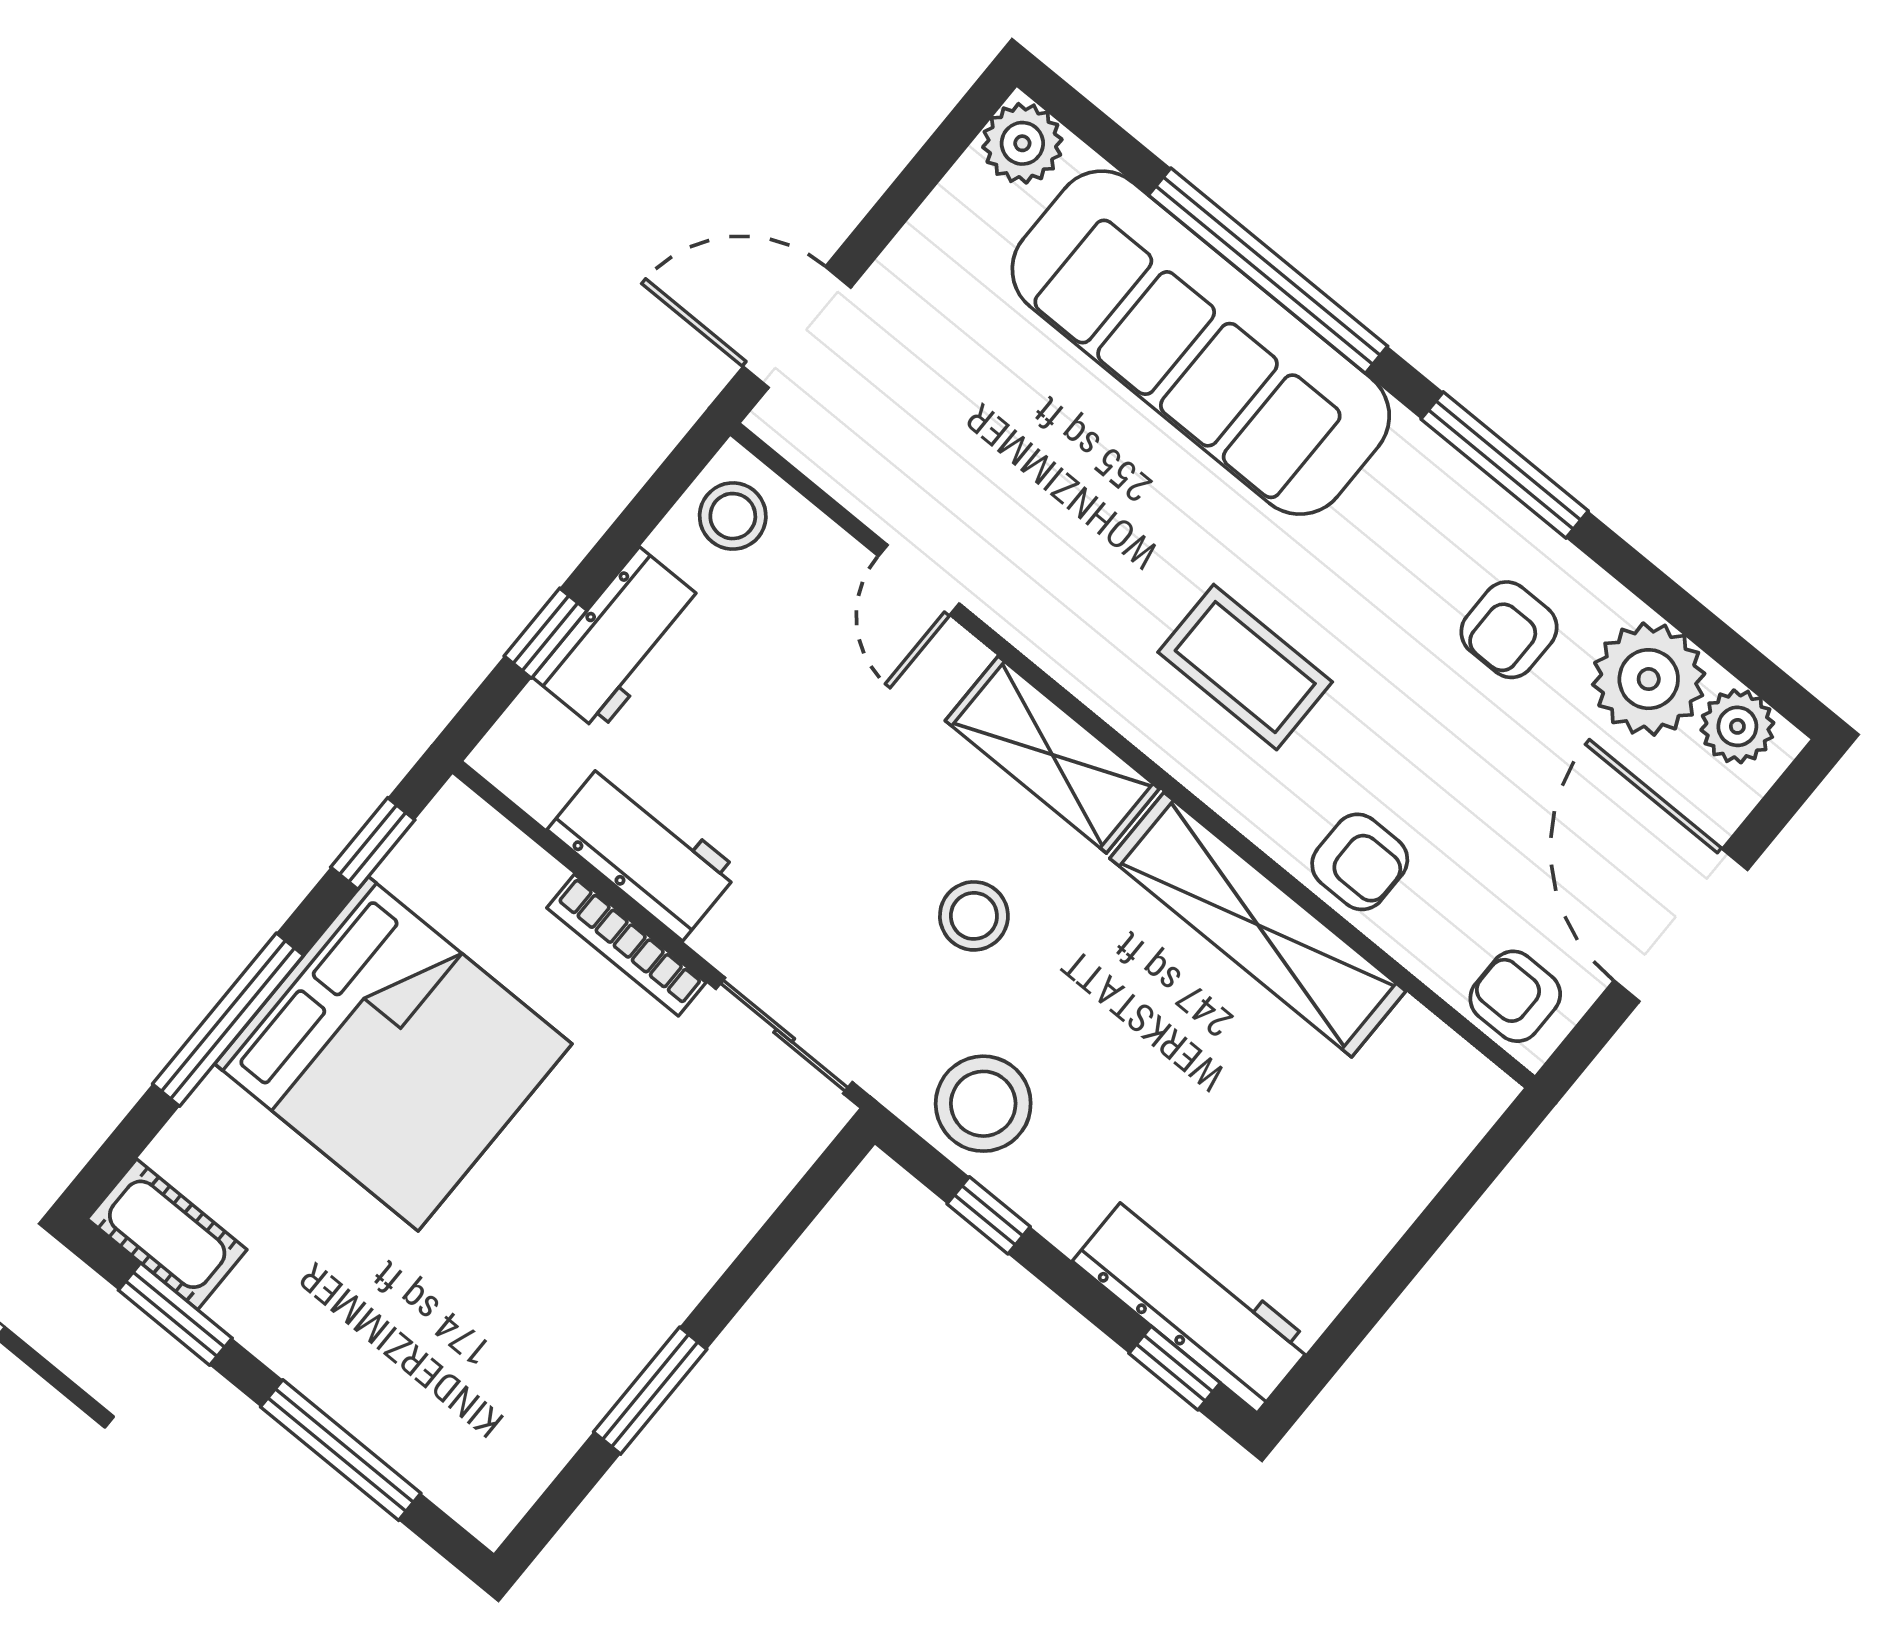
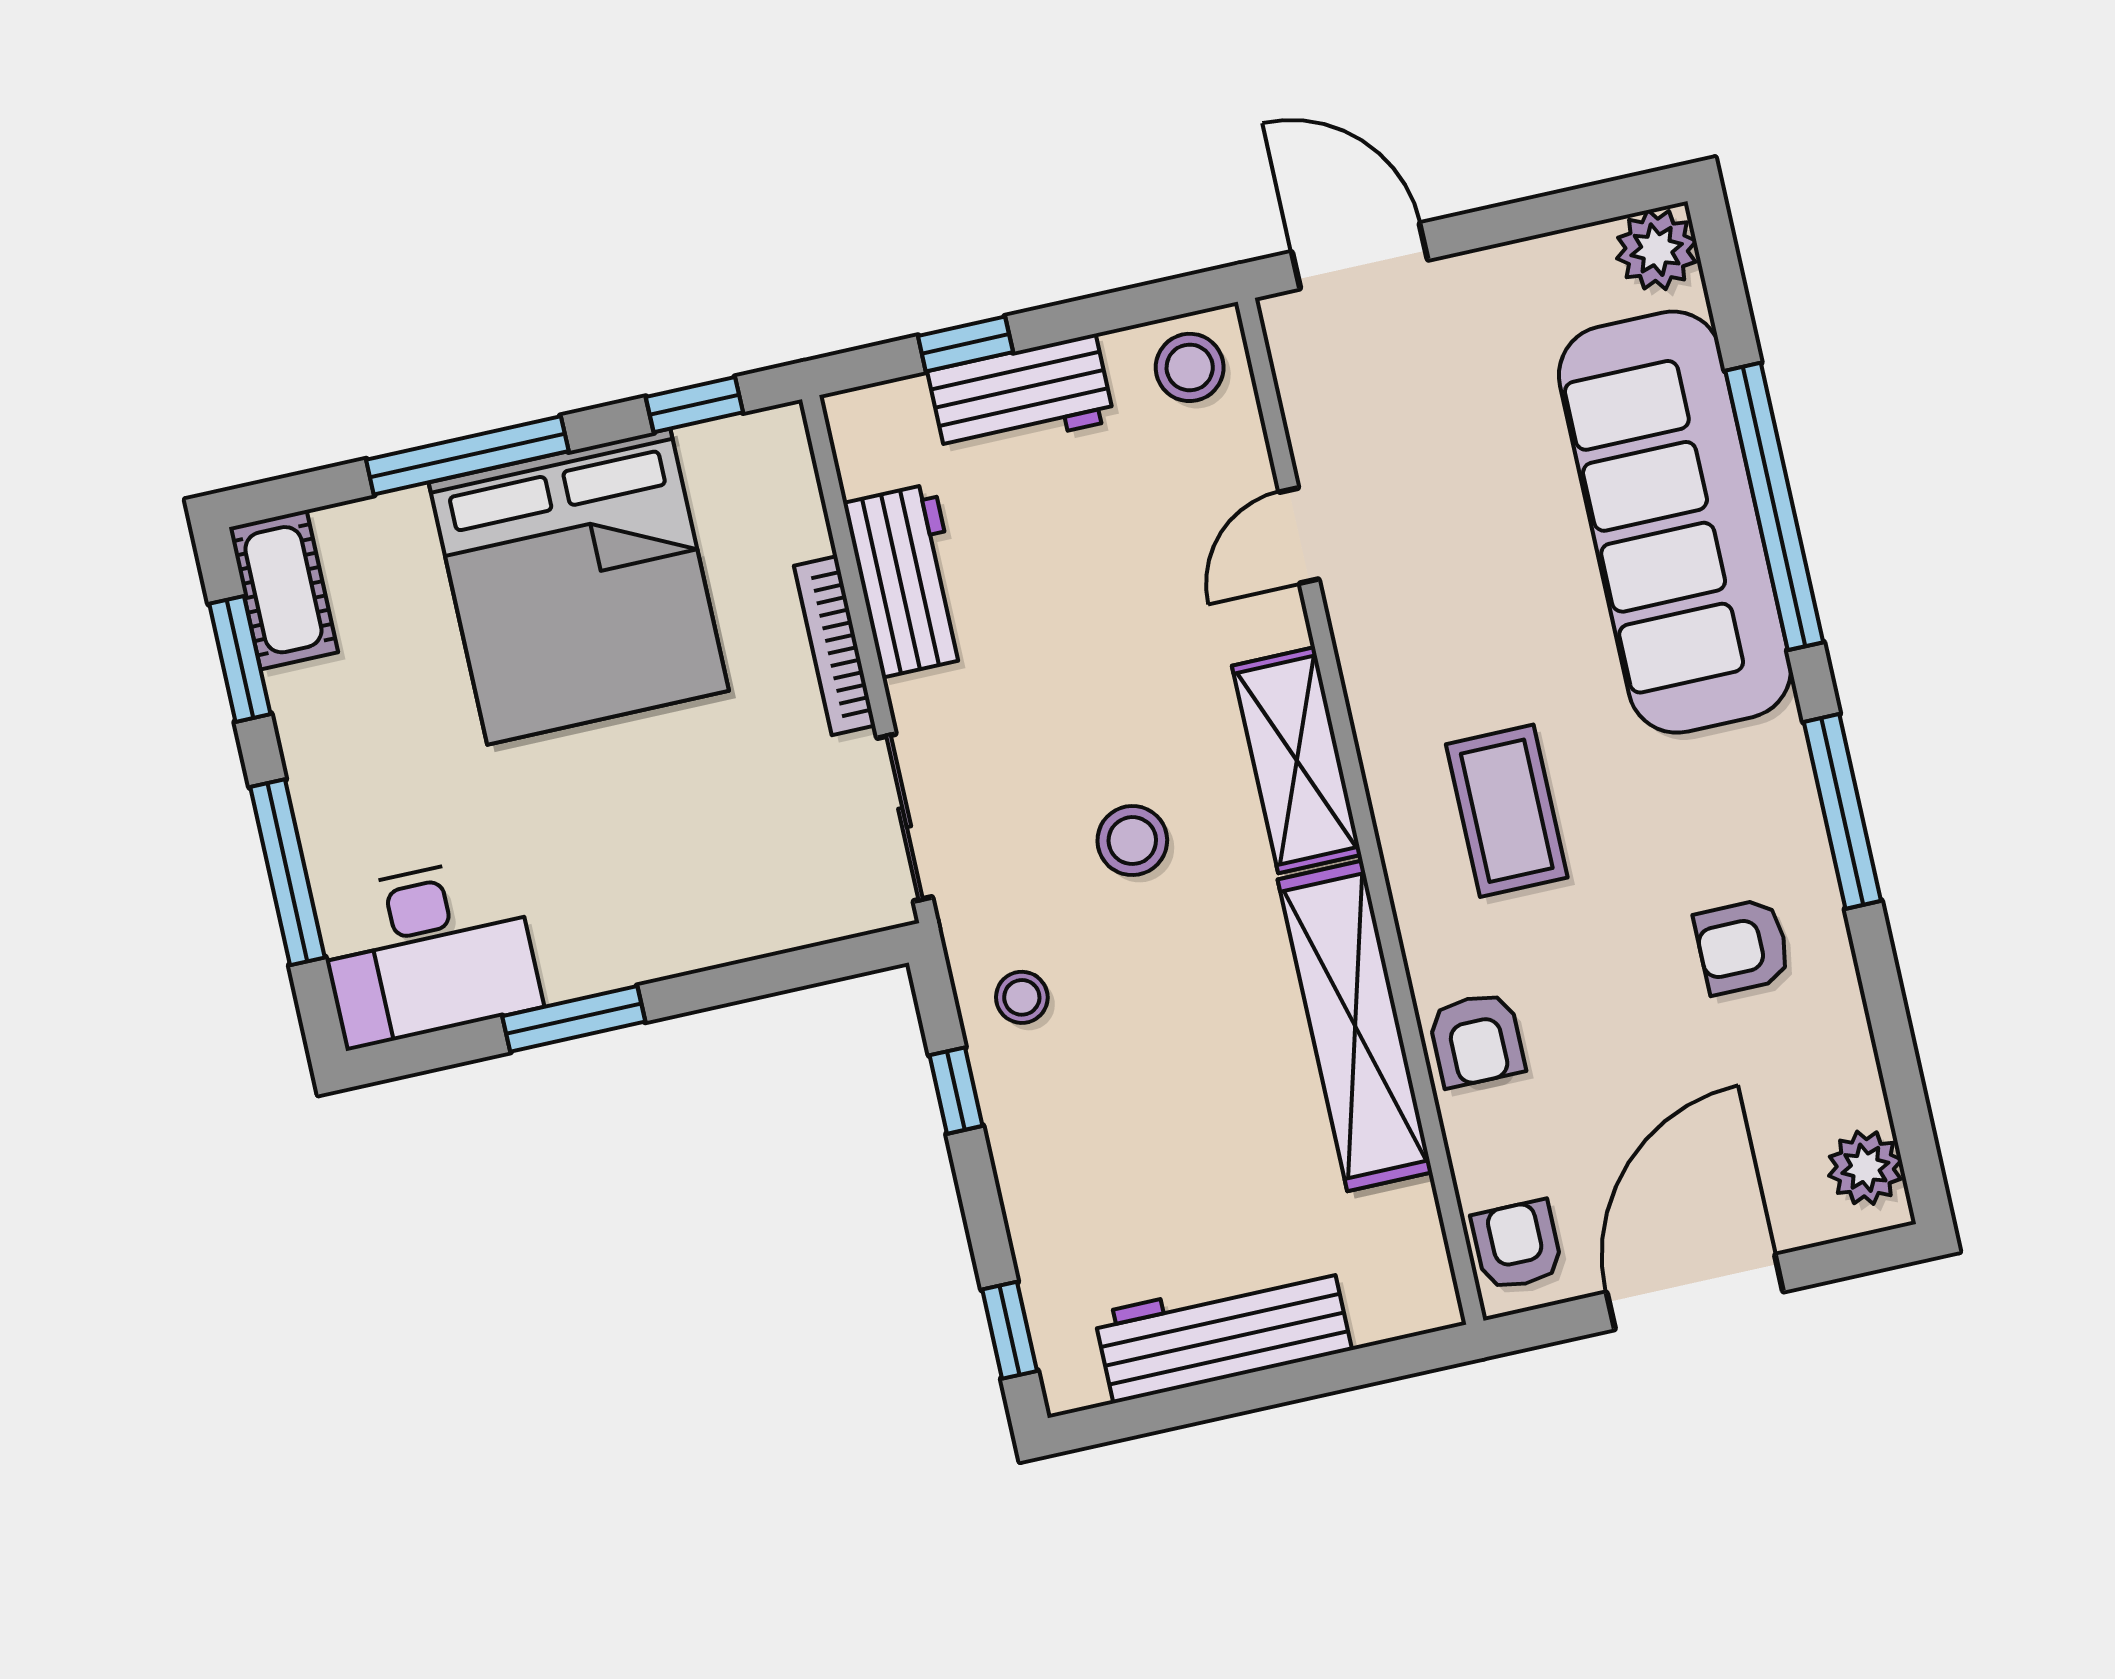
plant: (1649, 679) -> (1824, 1074), removed
stool: (983, 1104) -> (1022, 997), width x0.53, depth x0.53
workbench: (1193, 1302) -> (1223, 1332), moved, turned -90
desk: (497, 1427) -> (428, 951), added

